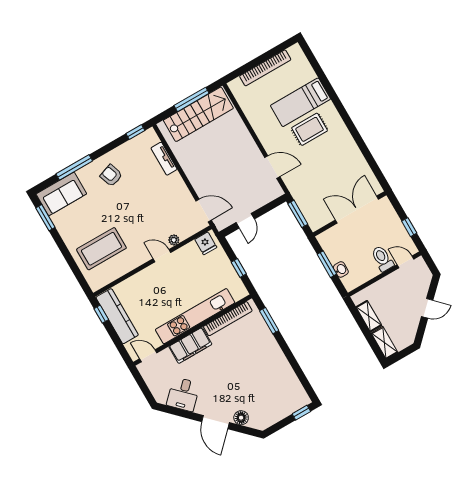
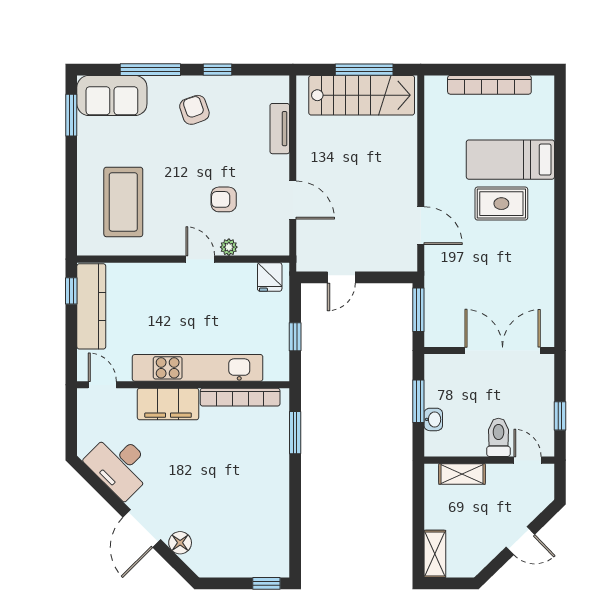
window: (135, 132) -> (217, 70), moved
door: (204, 210) -> (293, 200), moved
armchair: (156, 215) -> (224, 199), added
coffee table: (101, 249) -> (123, 202), turned 90
shelving: (369, 316) -> (462, 474), moved, turned 90
desk: (183, 394) -> (120, 465), width x1.37

